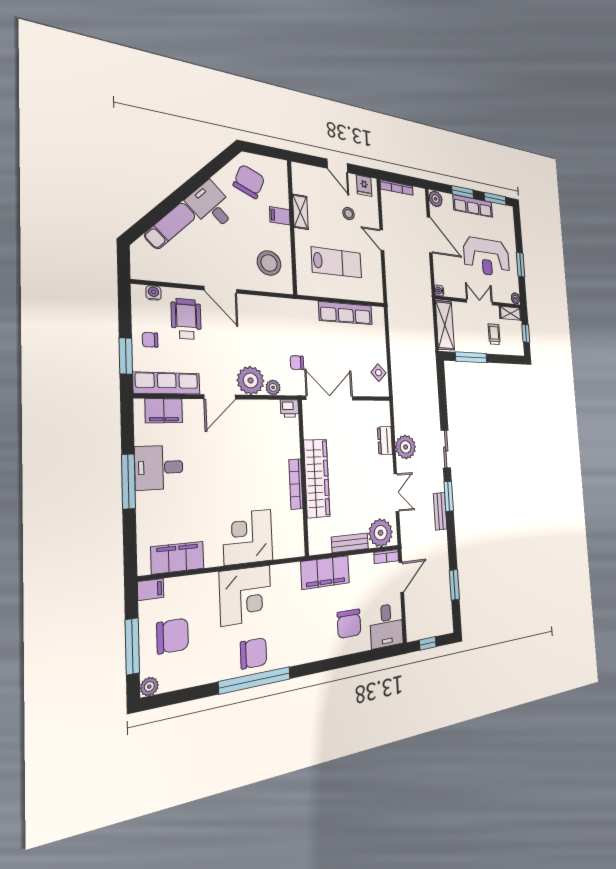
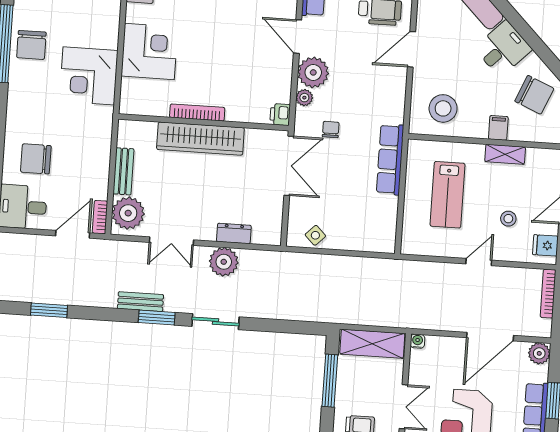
row of seats: (346, 313) -> (390, 159), moved
filing cabinet: (325, 572) -> (97, 136), removed
door: (401, 577) -> (73, 234), swing flipped
corner desk: (246, 595) -> (89, 76), moved

